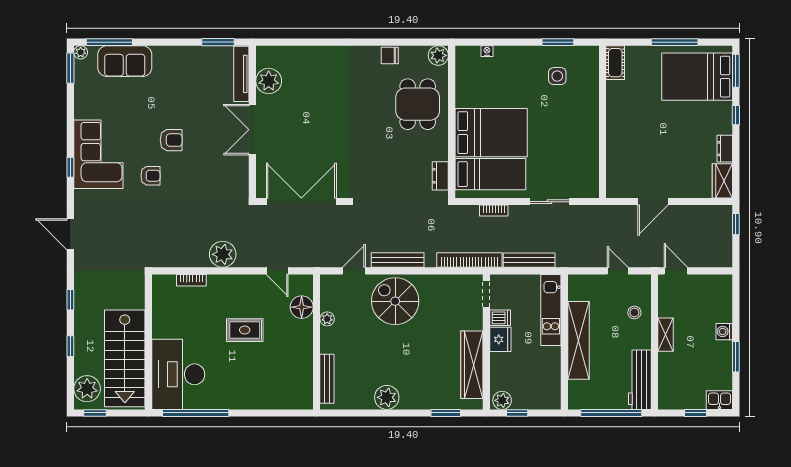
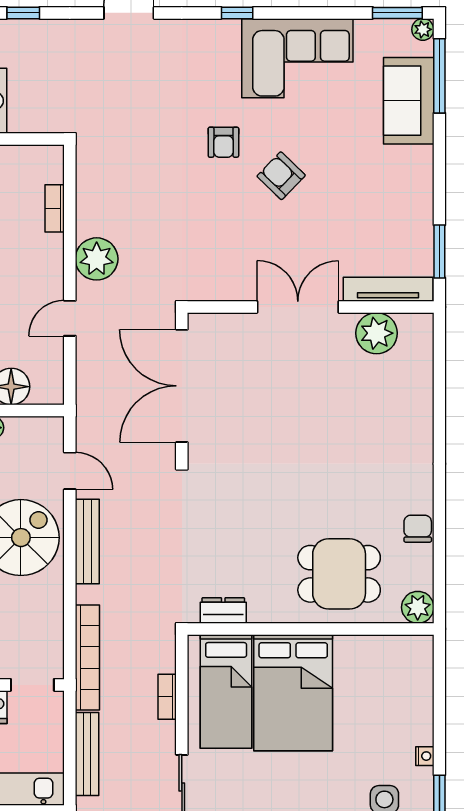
nightstand: (487, 51) -> (425, 756), moved
armchair: (171, 140) -> (281, 176), turned 134
corner sofa: (98, 154) -> (297, 58), moved
double door: (301, 202) -> (182, 386), swing flipped
door: (277, 271) -> (70, 318), moved

